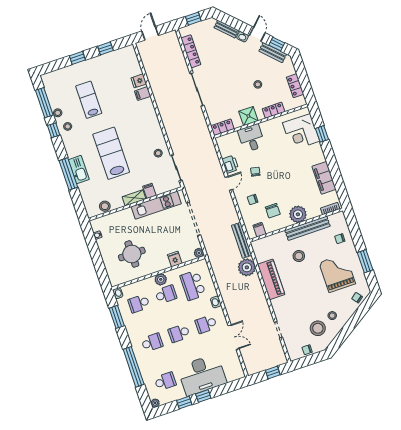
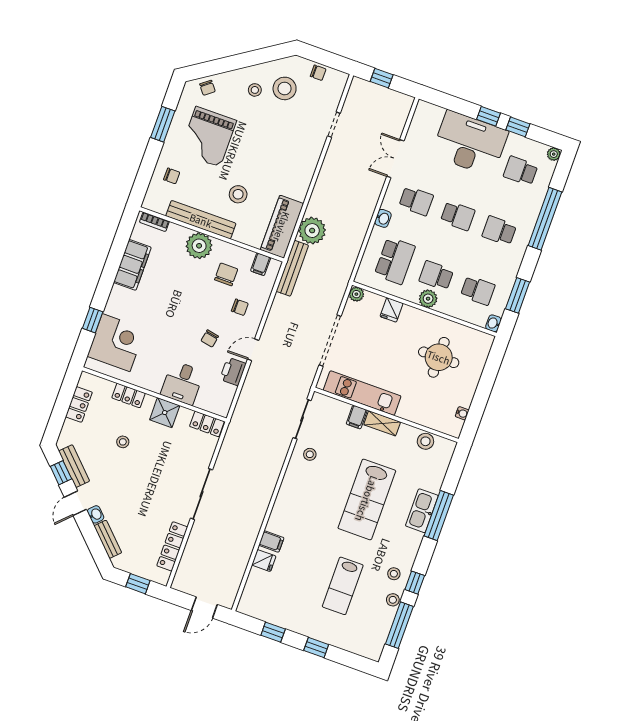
piano: (271, 279) -> (282, 227), moved

